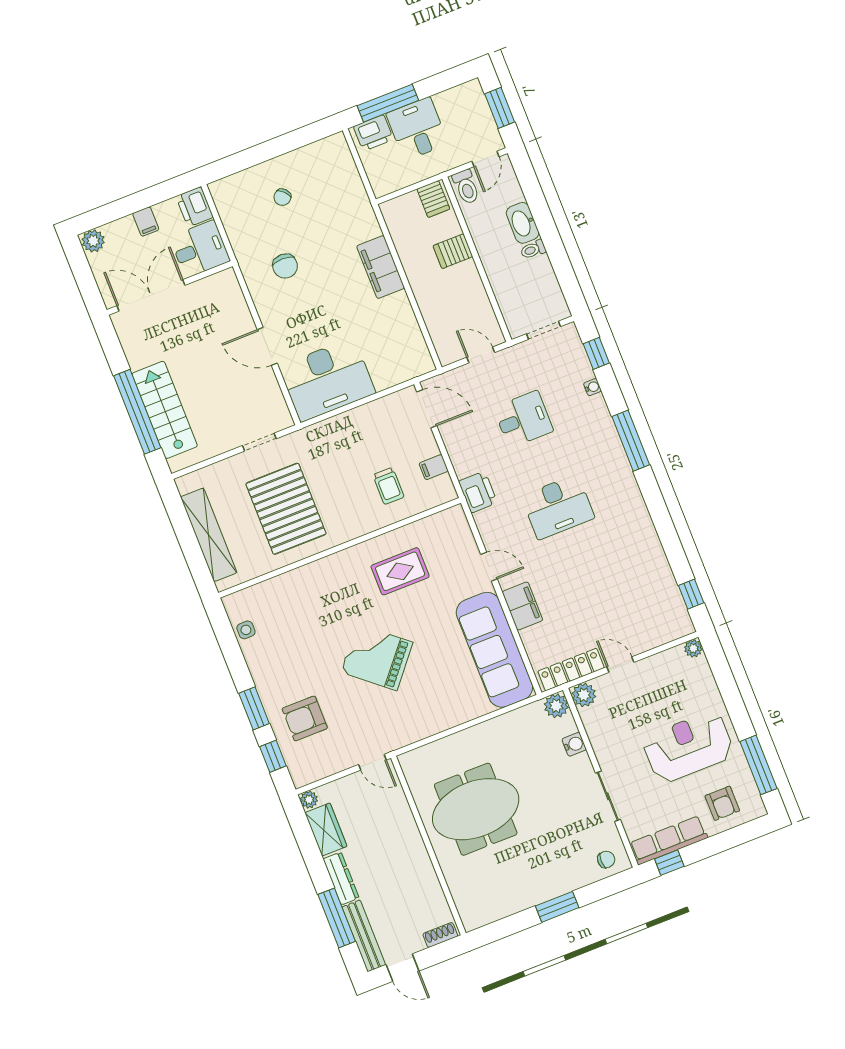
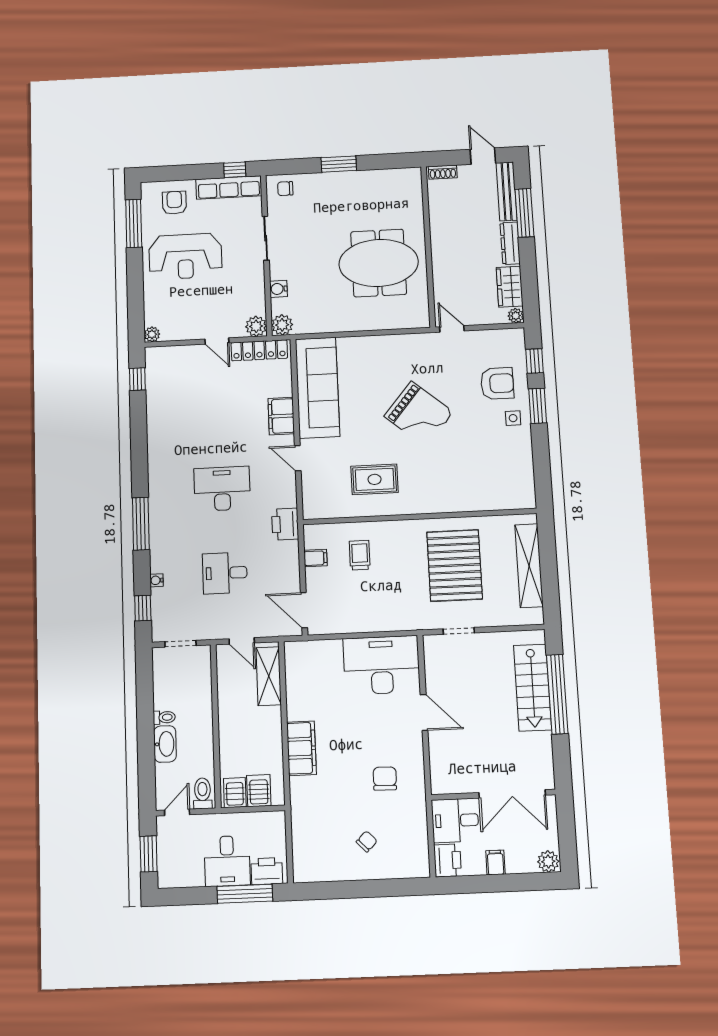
server rack: (453, 251) -> (259, 791), moved, turned -90
shelving: (440, 328) -> (269, 676), added
side table: (246, 630) -> (513, 418), moved

